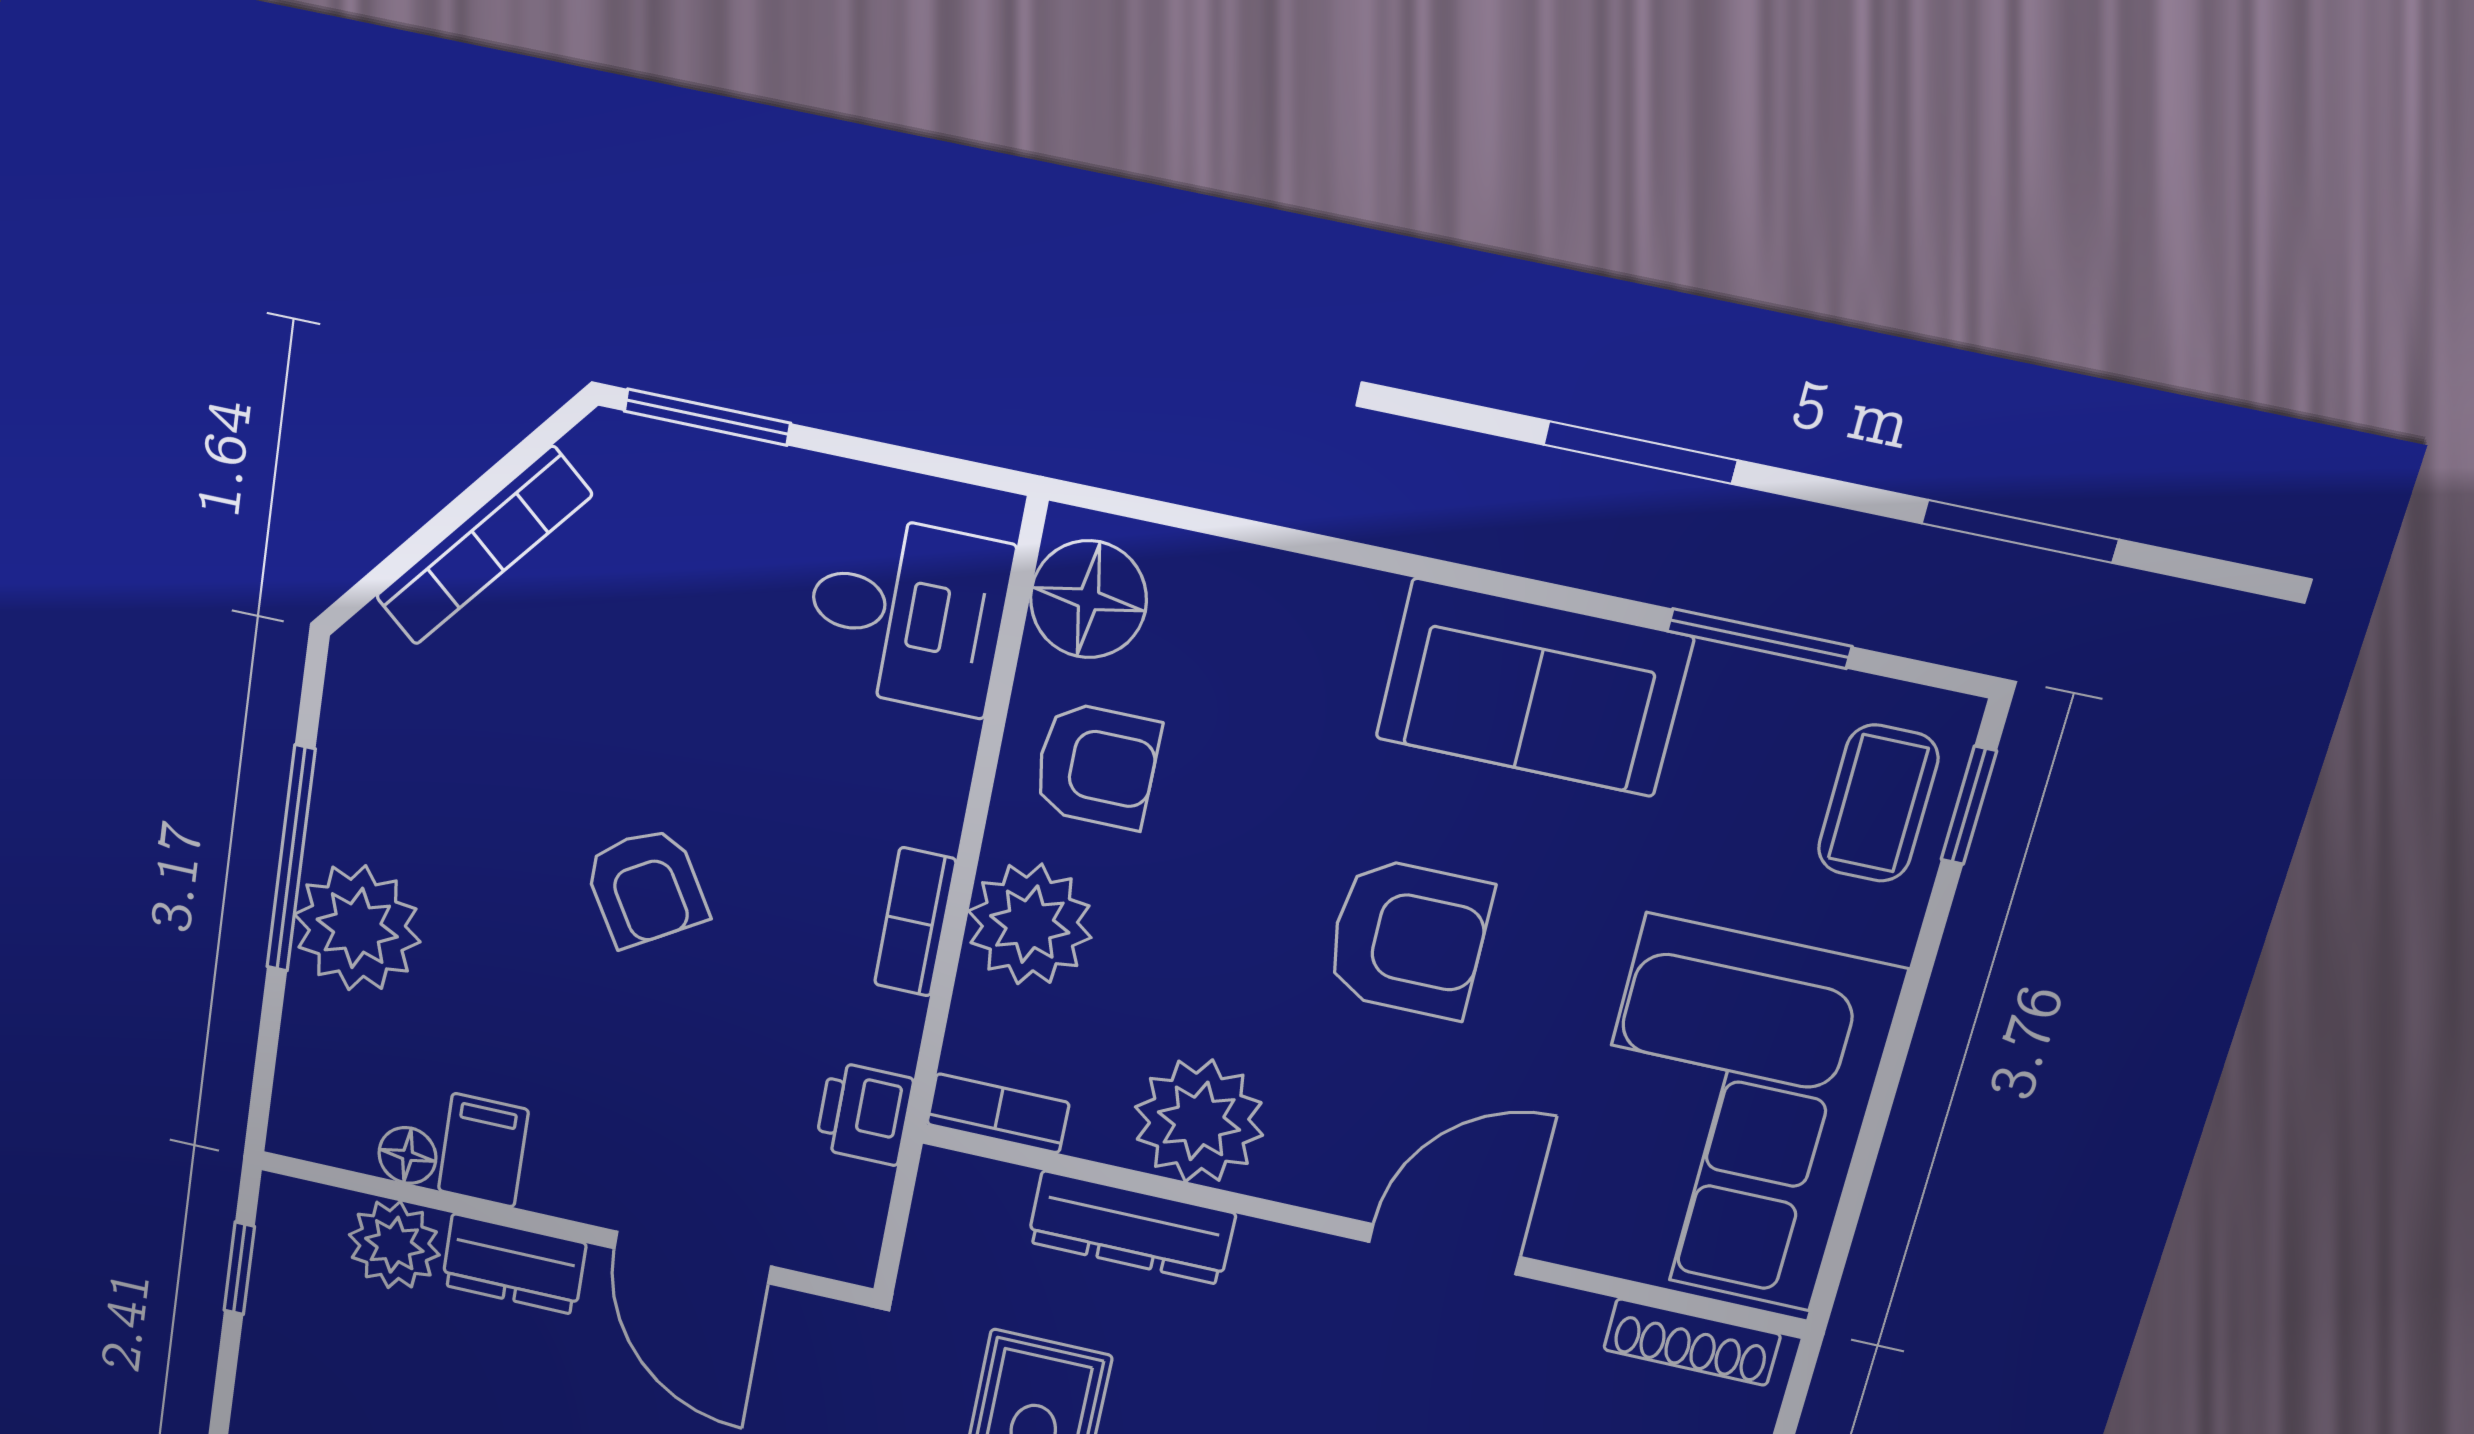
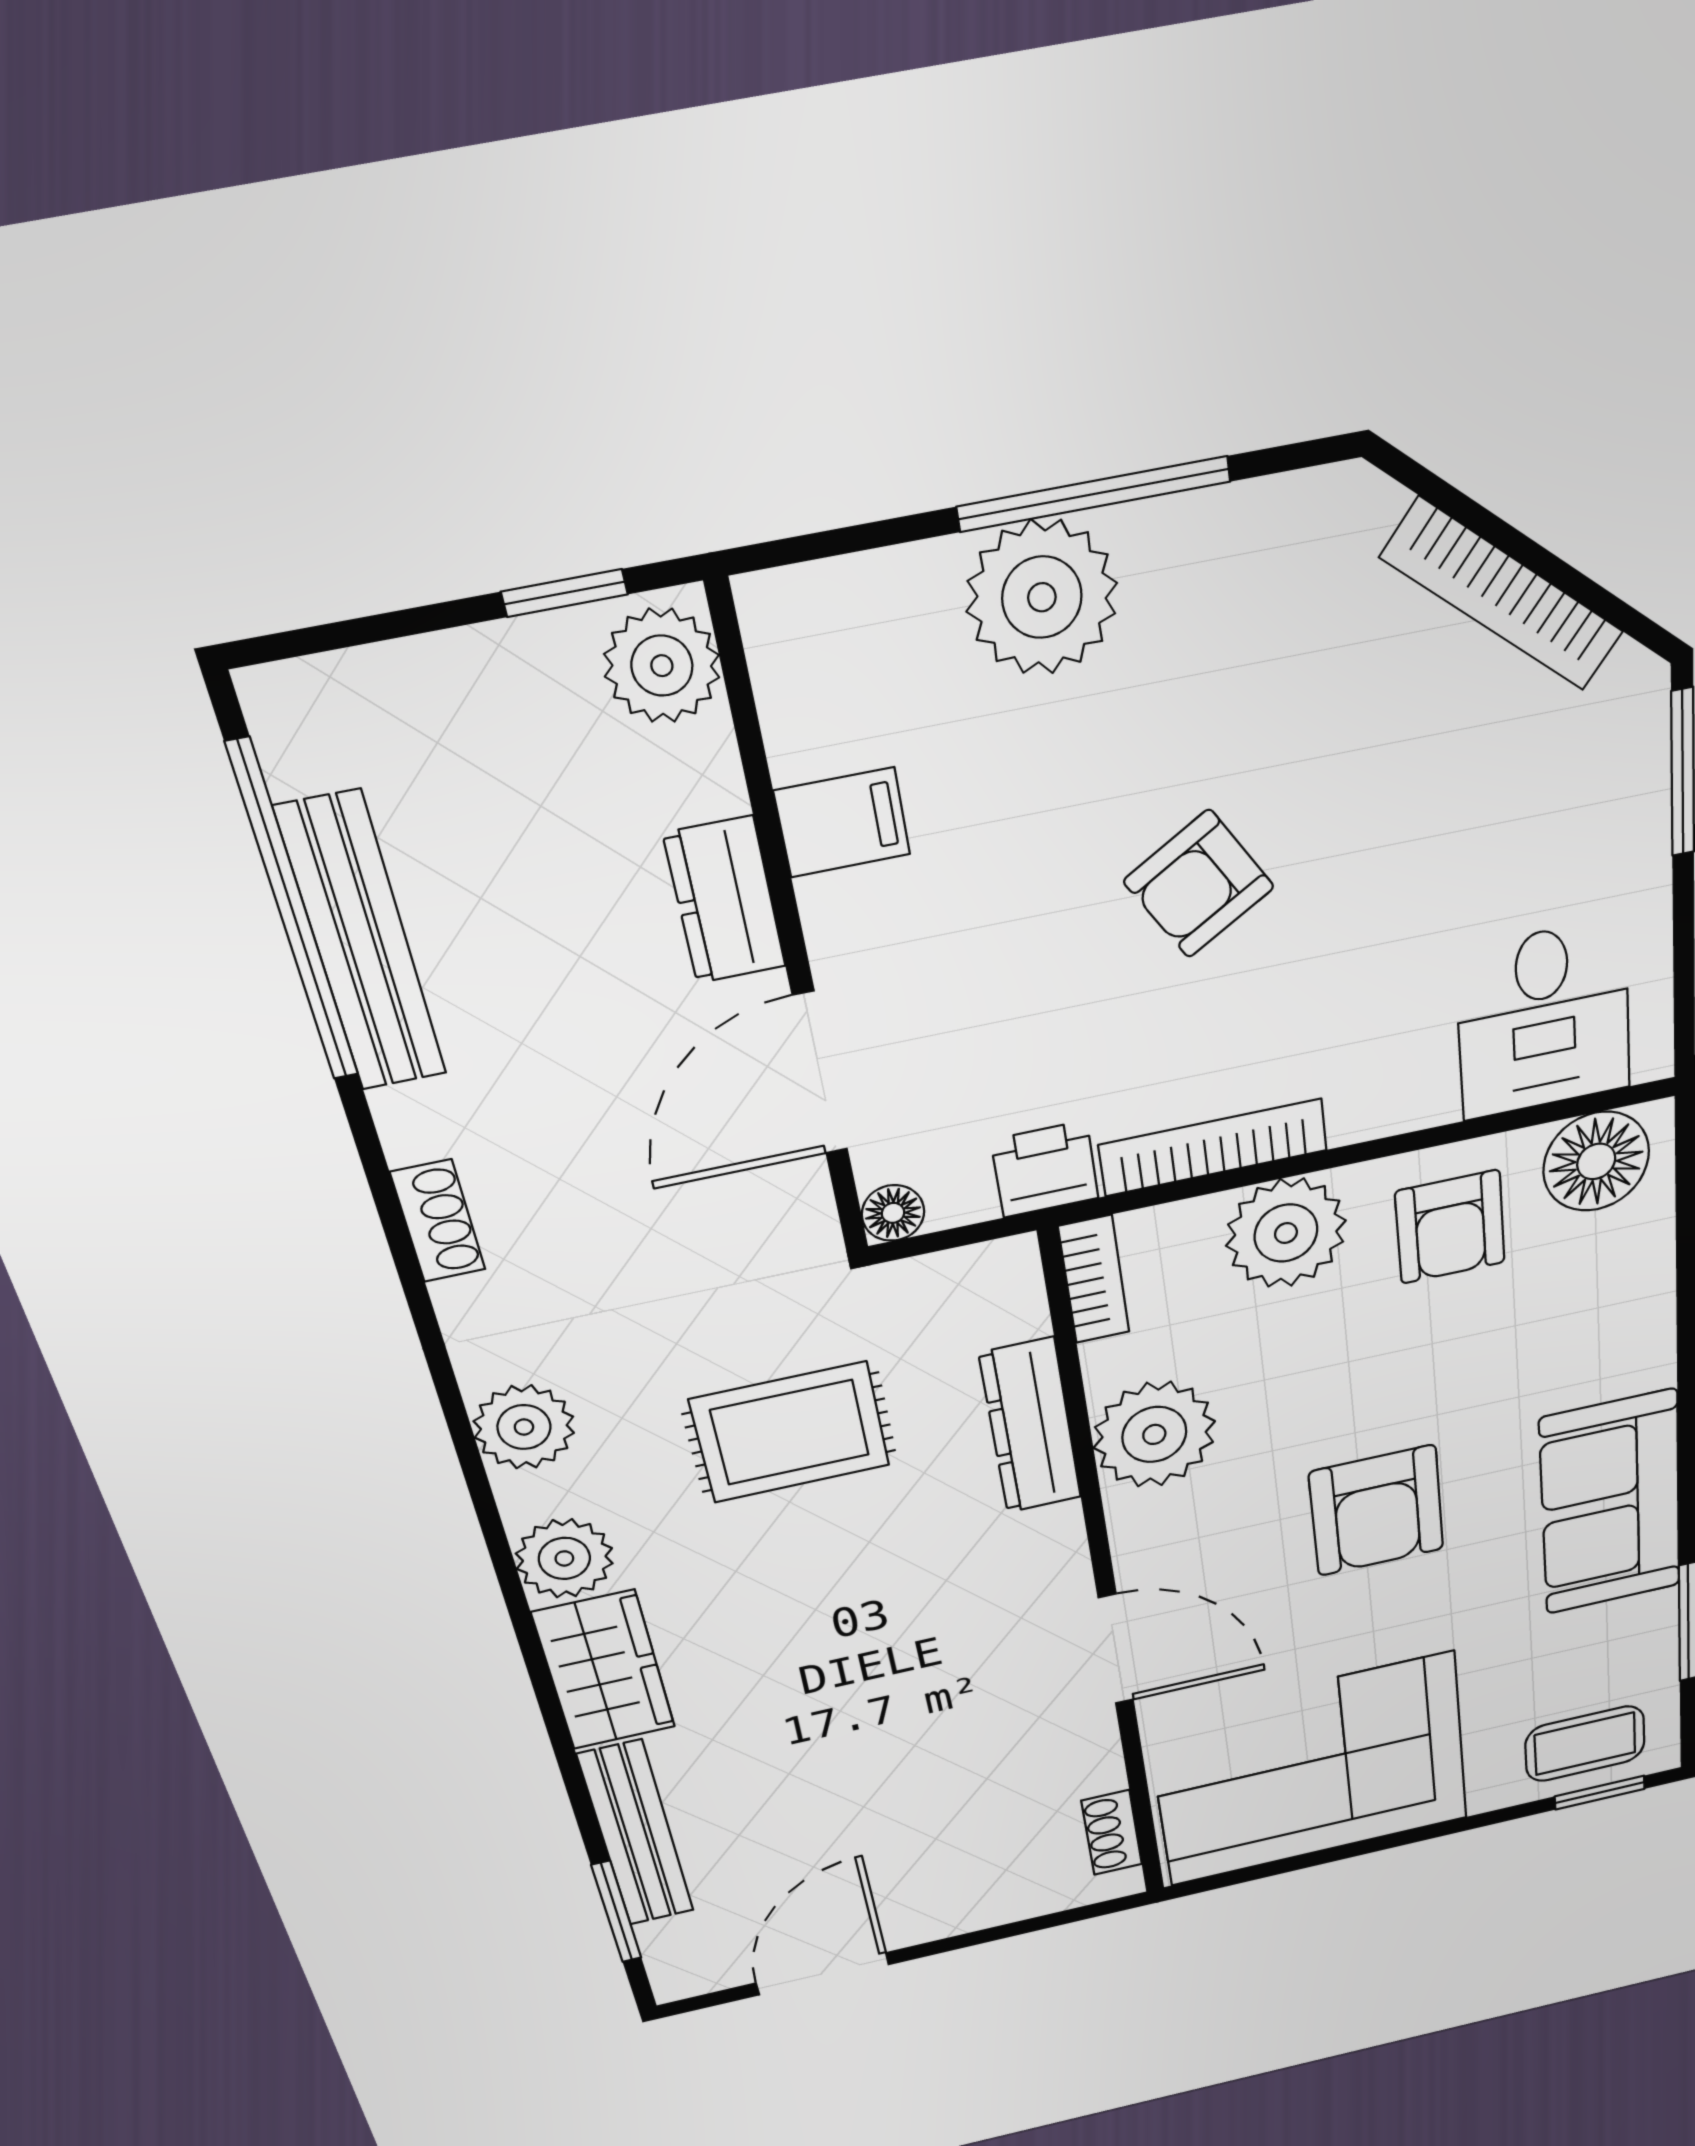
bookcase: (915, 922) -> (1213, 1148), width x1.56
floor lamp: (407, 1155) -> (893, 1213), moved
plant: (394, 1245) -> (662, 666), moved
shoe rack: (1692, 1342) -> (1112, 1833), width x0.70

